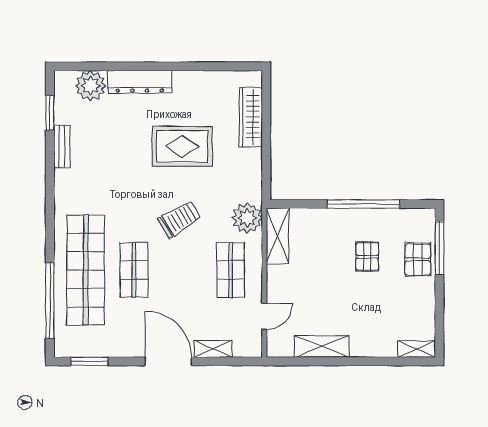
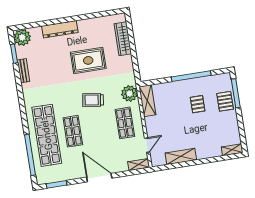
plant: (91, 86) -> (22, 37), moved
trolley: (179, 219) -> (93, 100), turned -141
shelving: (213, 349) -> (139, 164), moved

